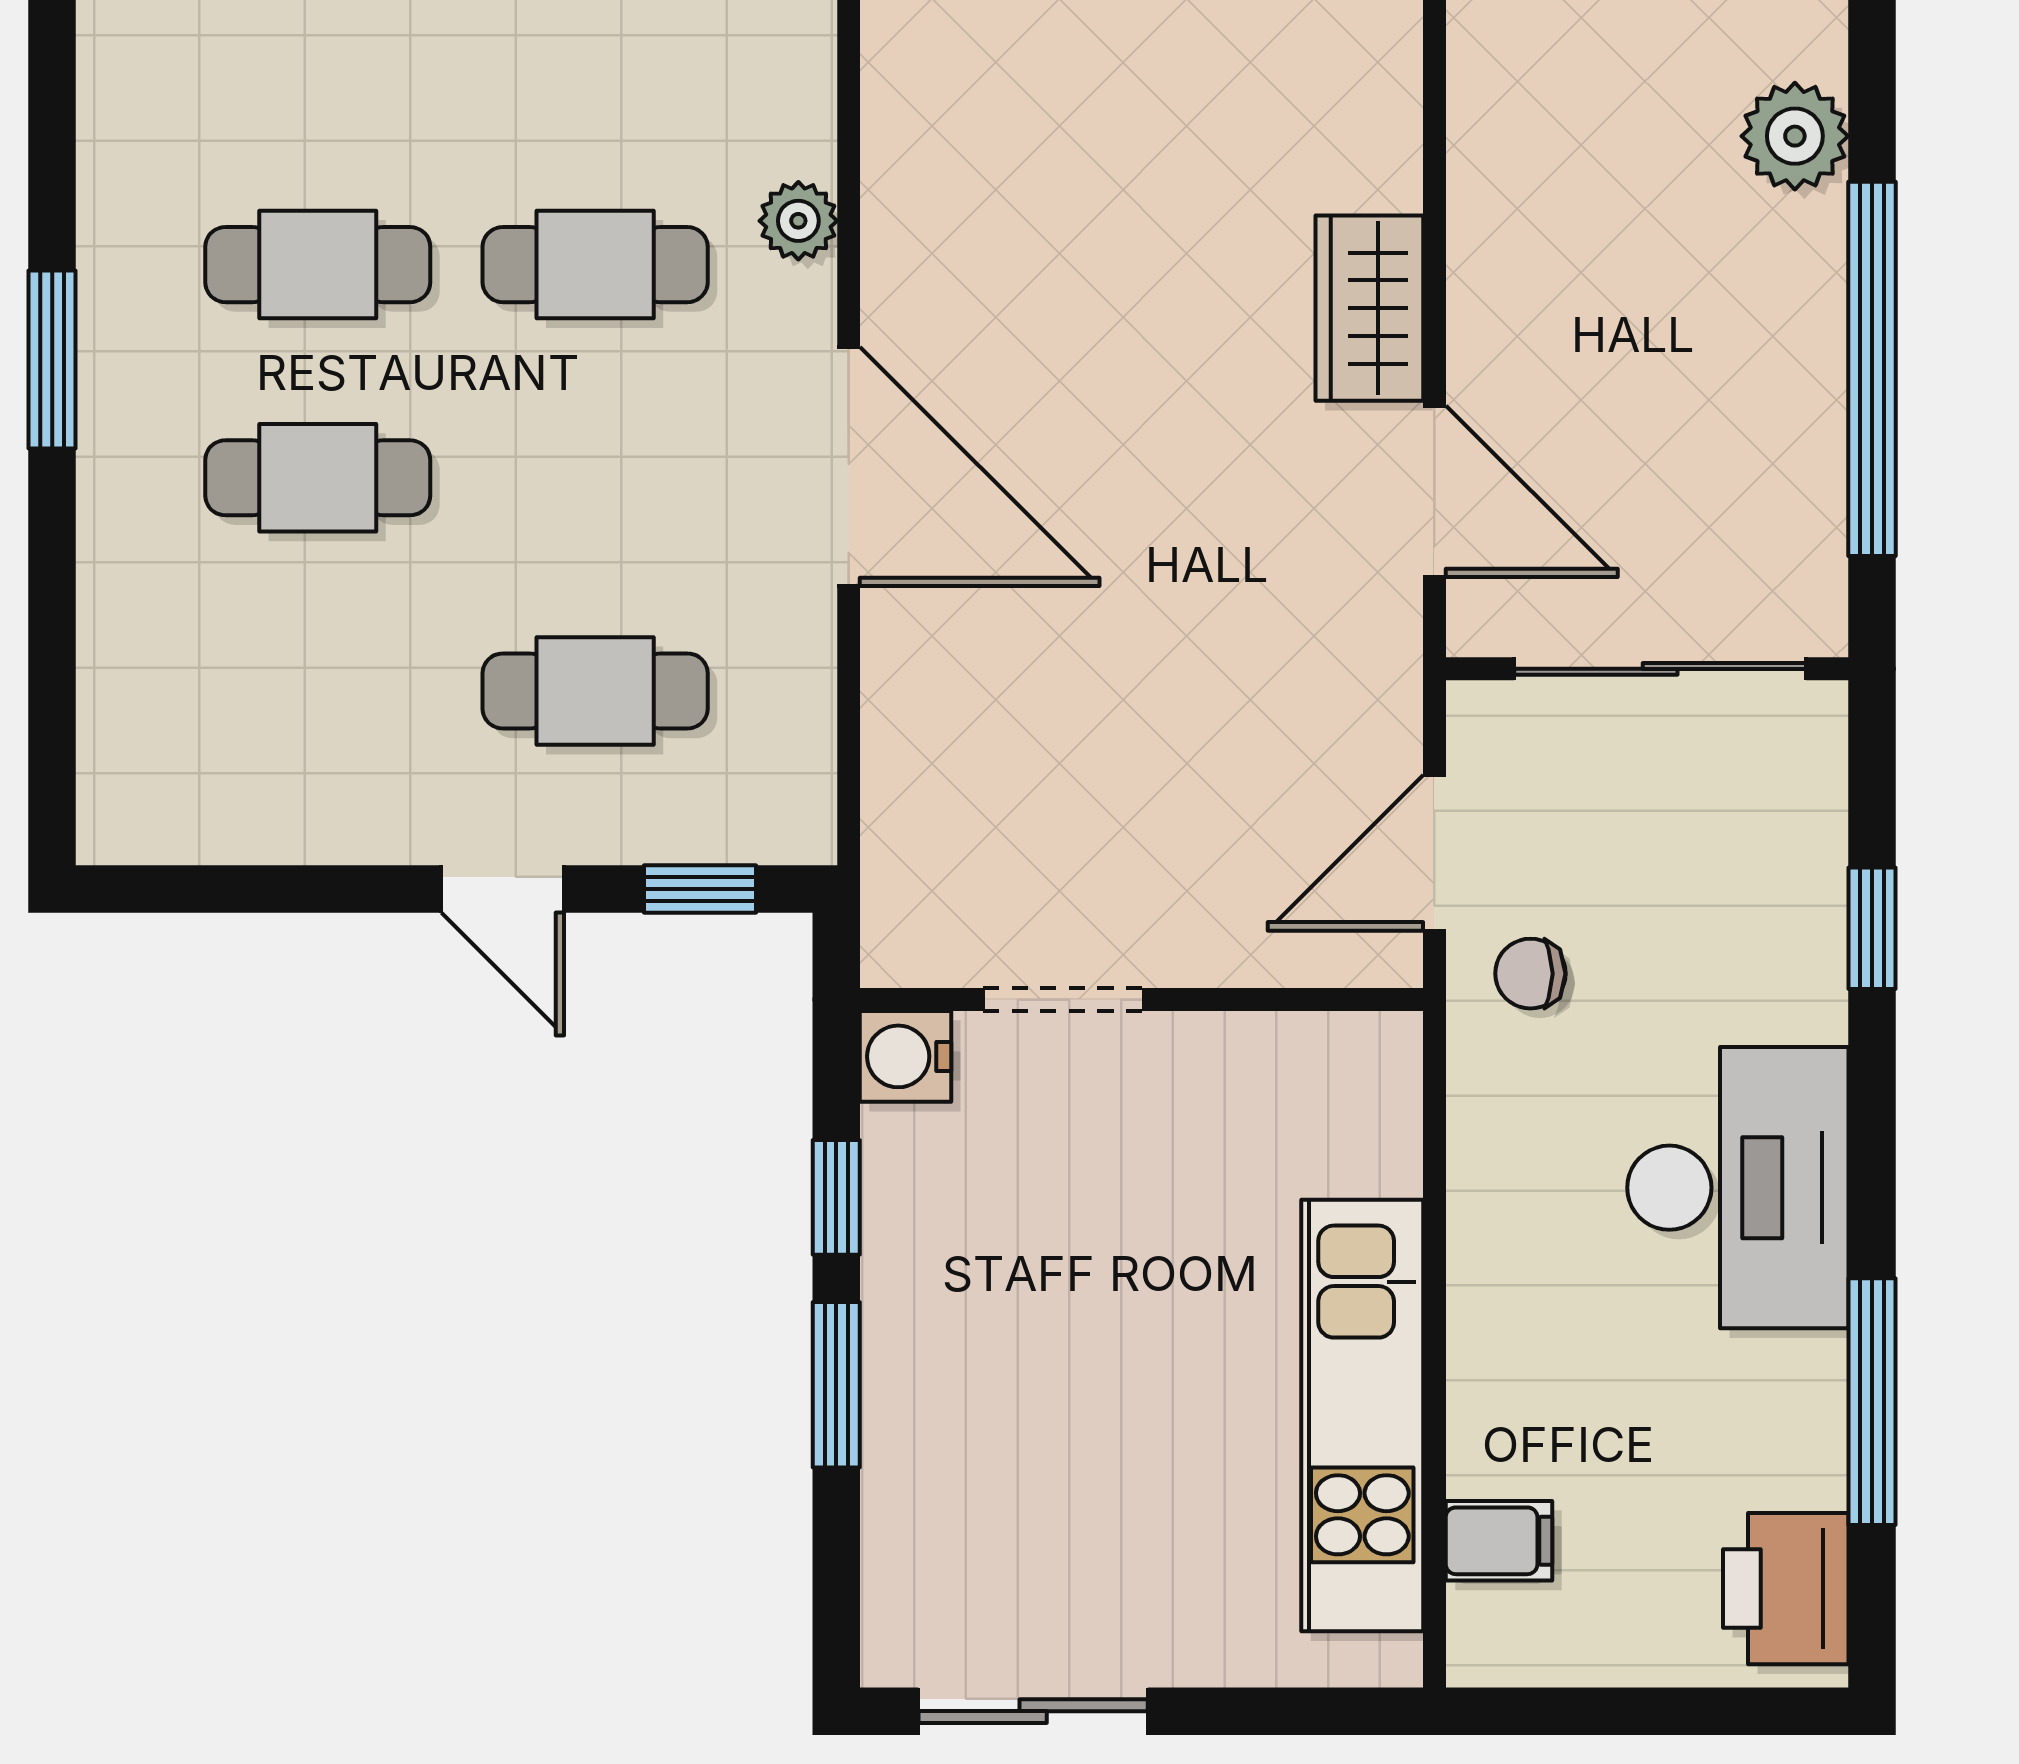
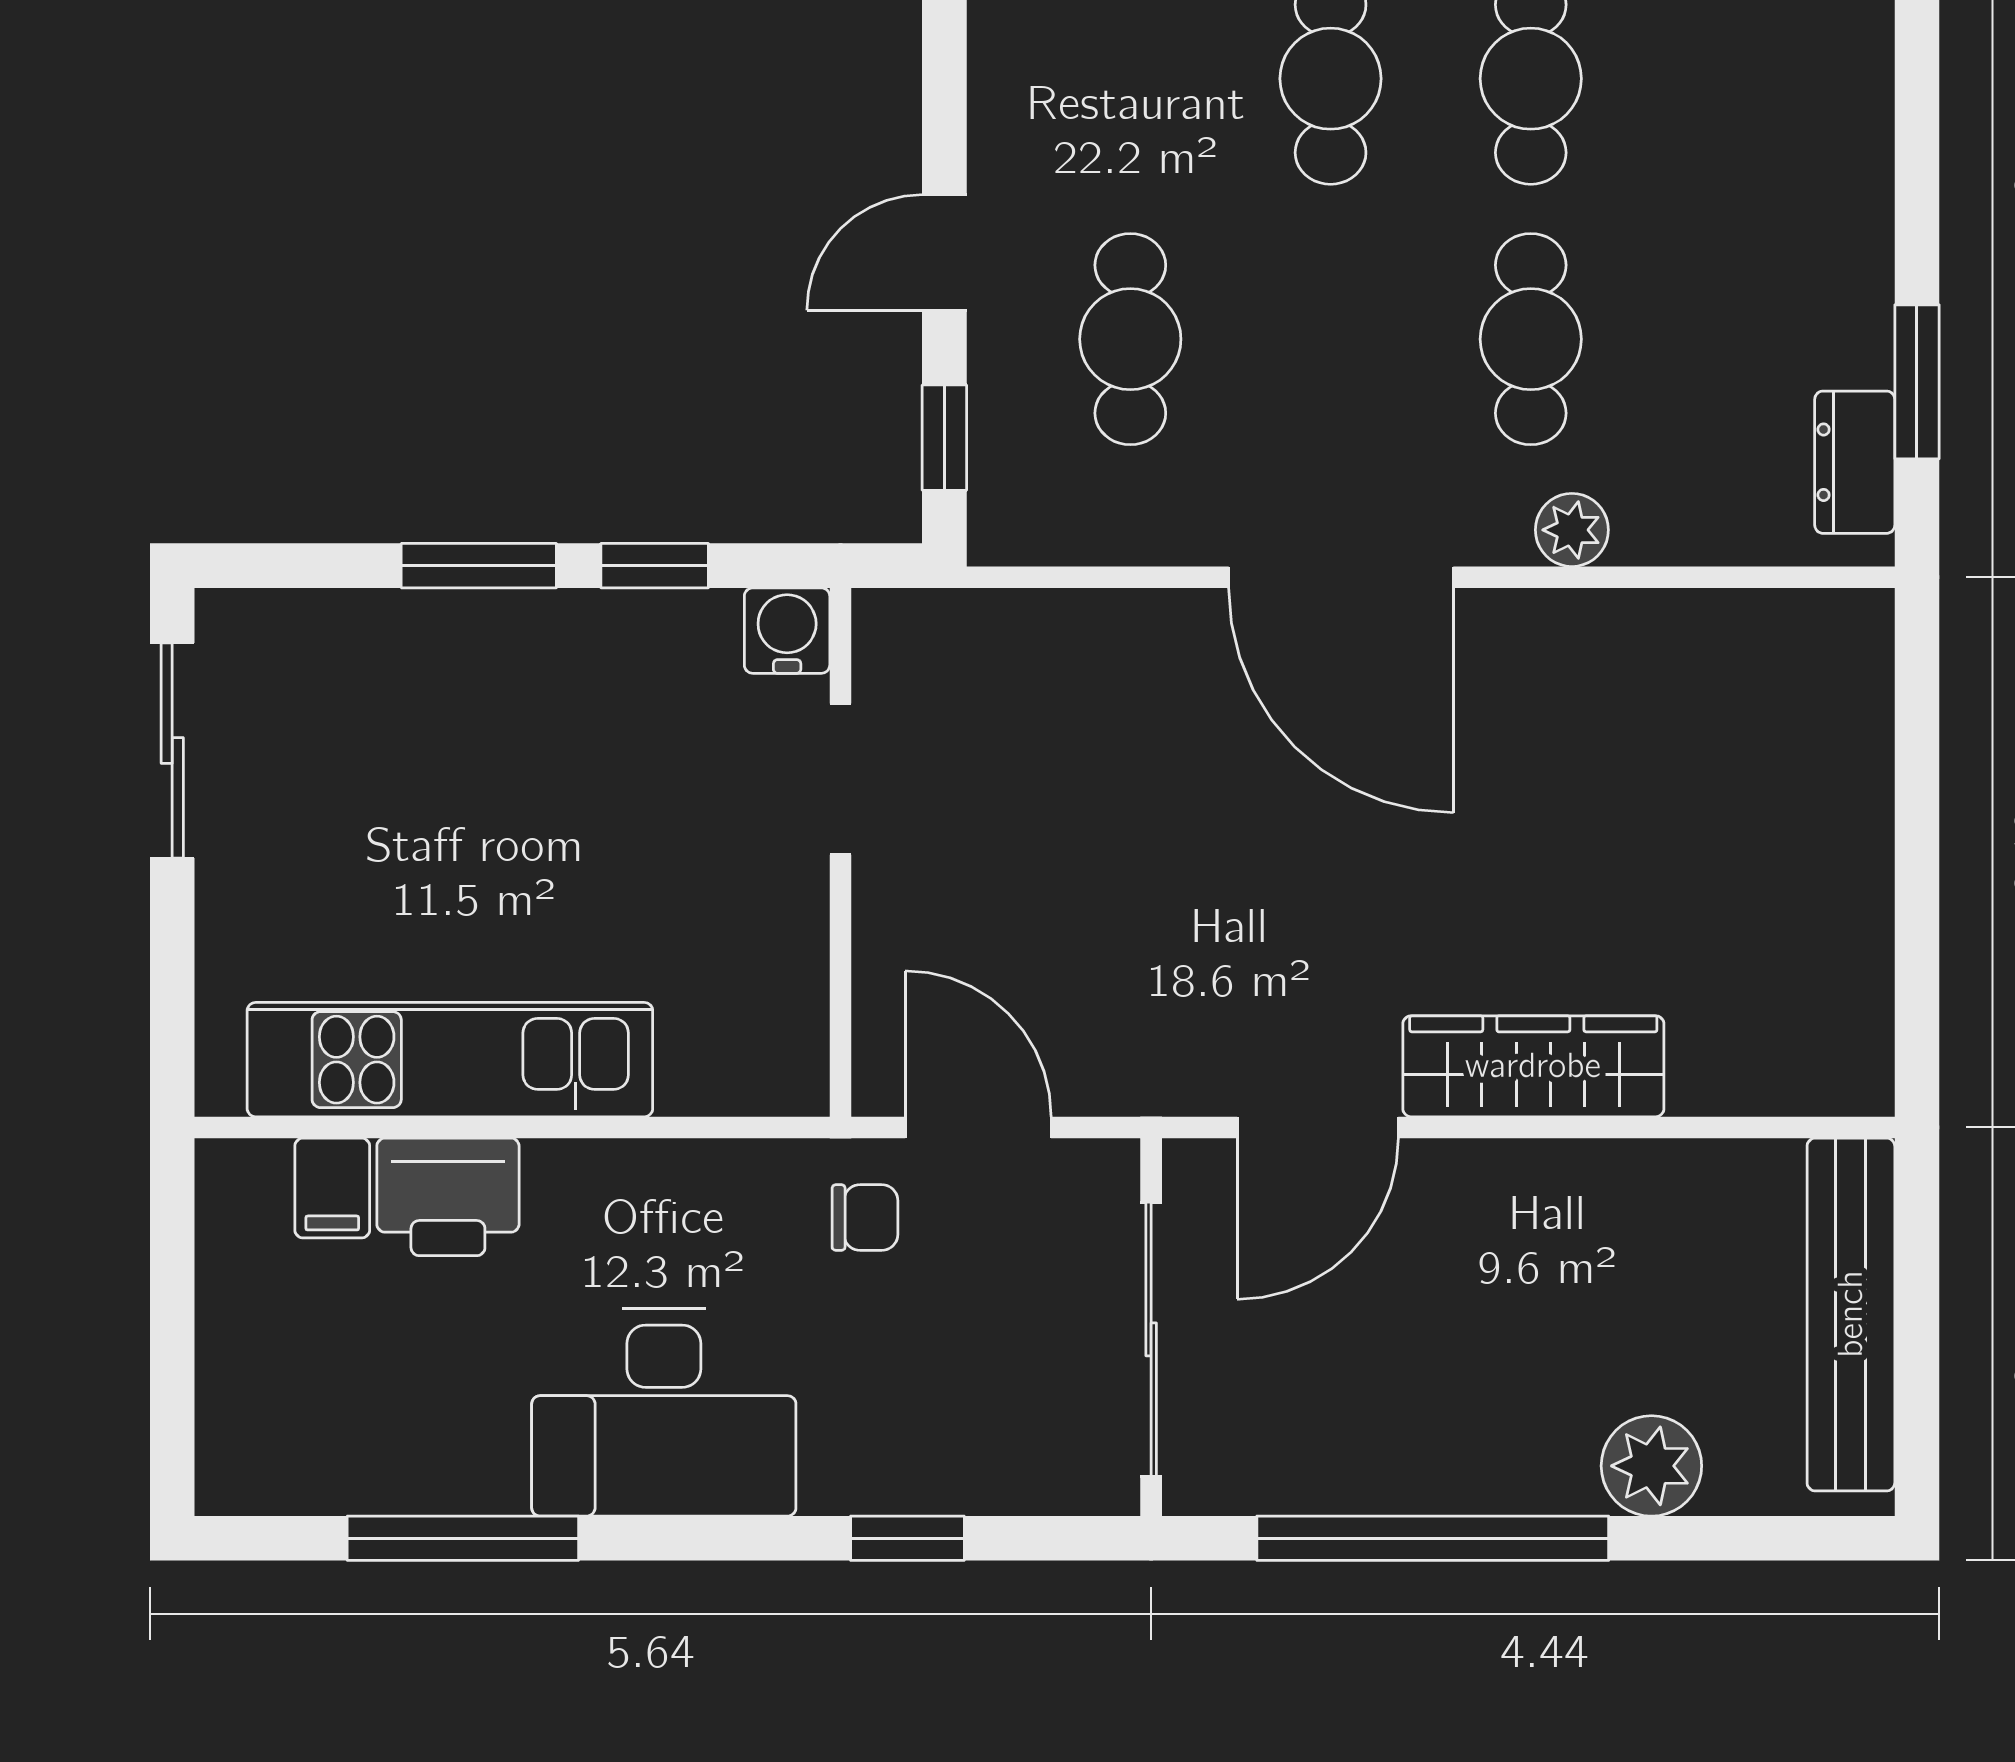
wardrobe: (1369, 308) -> (1533, 1066), width x1.50
door: (849, 467) -> (1341, 577), hinge flipped
chair: (1530, 974) -> (865, 1218), turned 90
printer: (1786, 1589) -> (448, 1197), moved, turned 180

